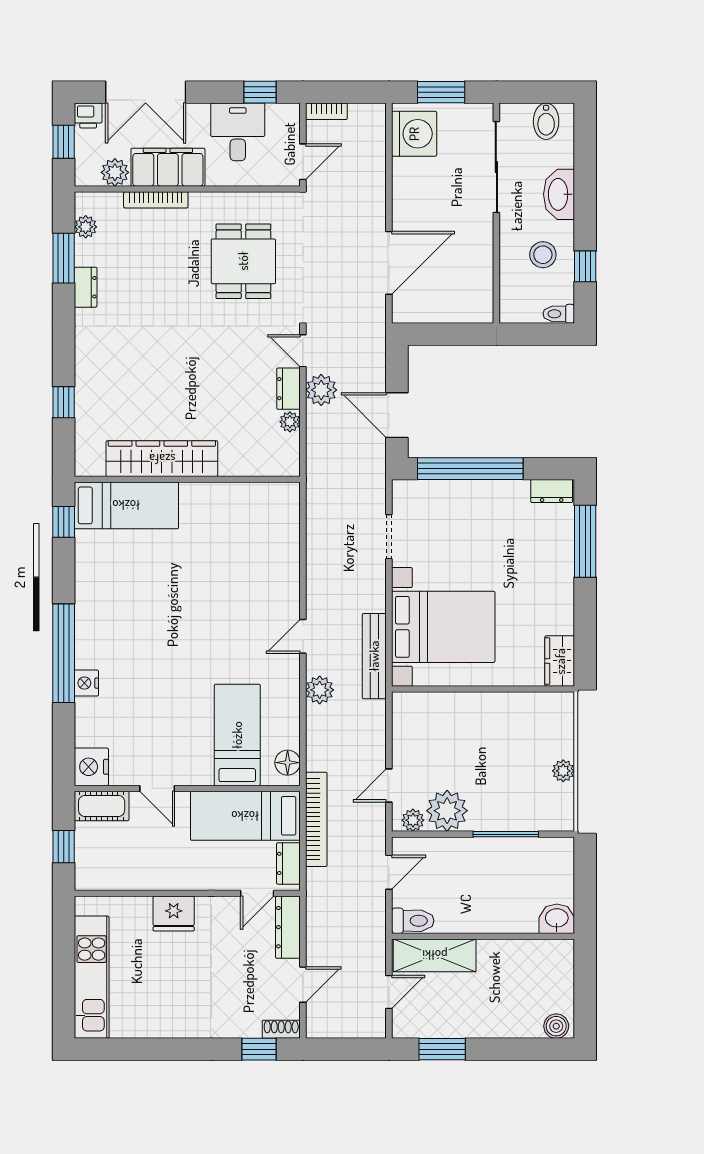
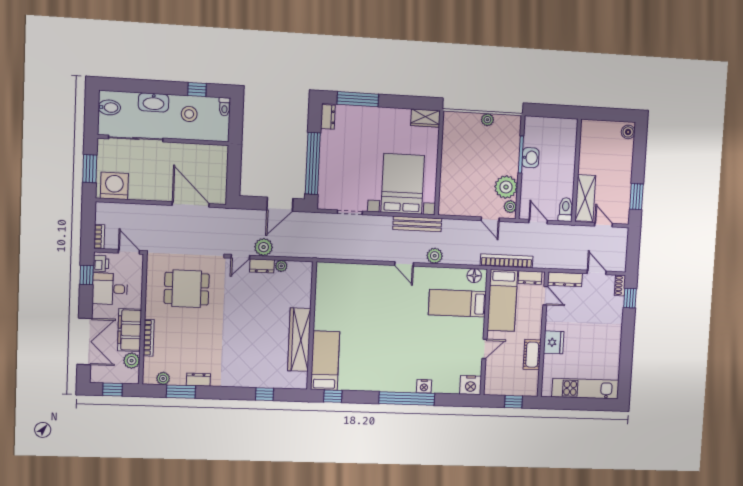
printer: (88, 116) -> (101, 264), moved
cot: (102, 806) -> (532, 355), moved
washbasin: (557, 919) -> (530, 158), moved, turned 180

